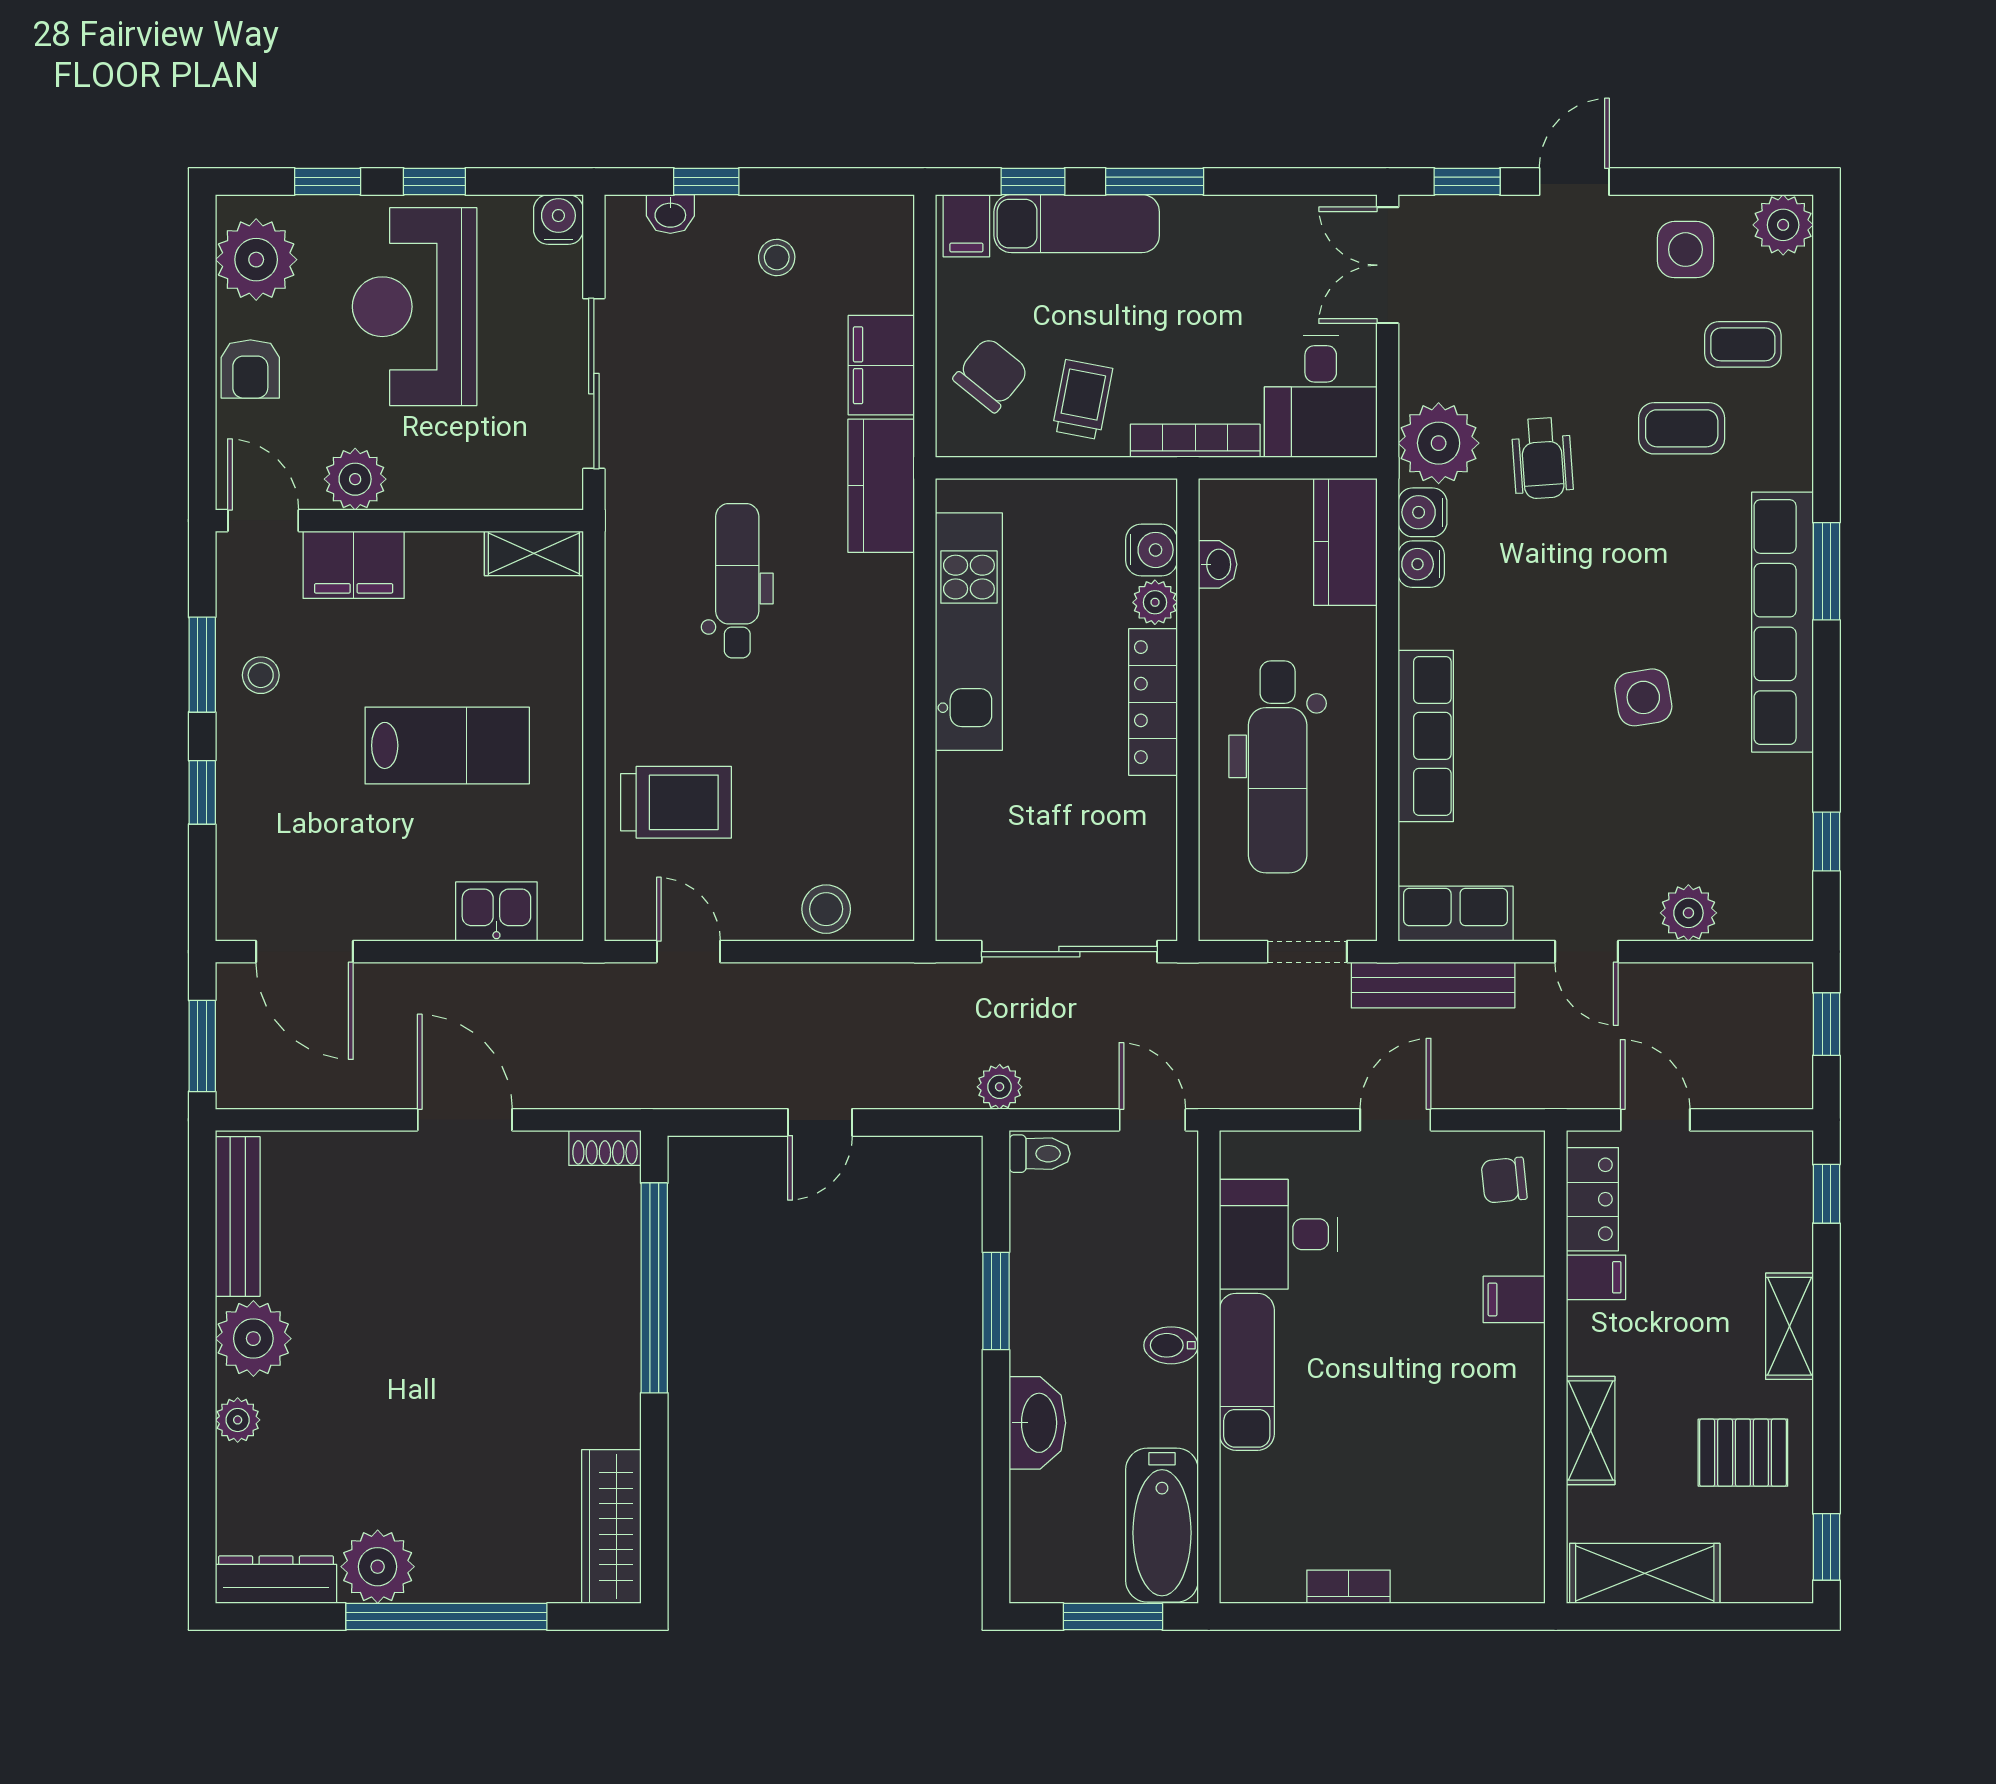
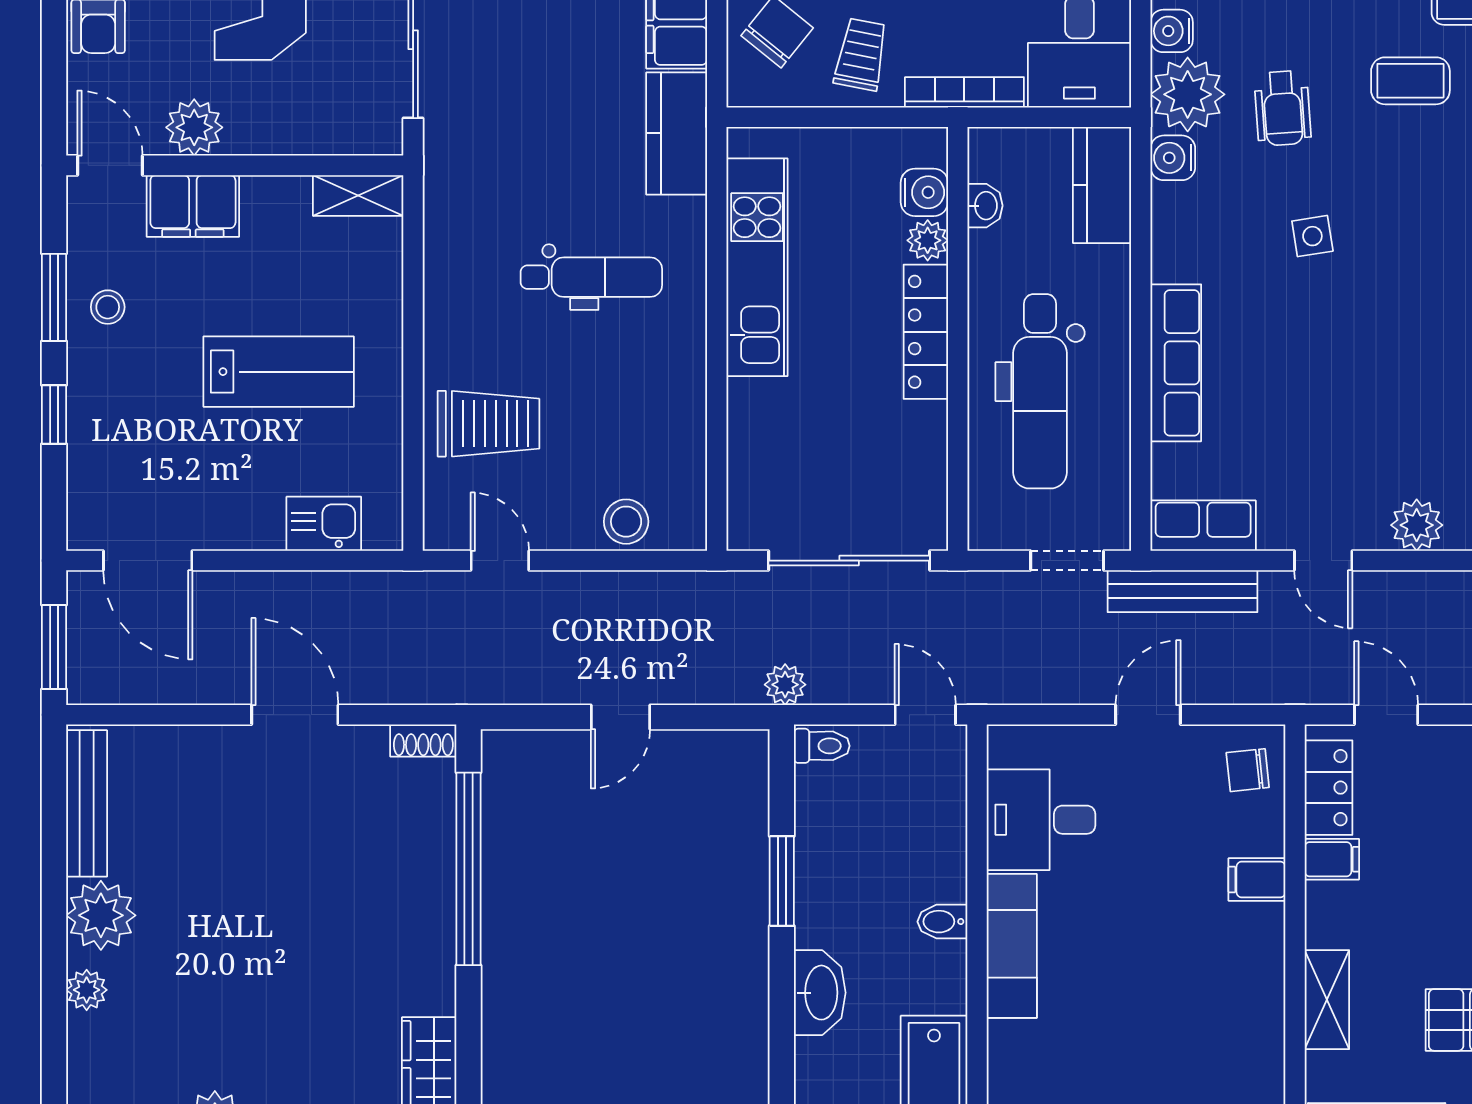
water cooler: (1421, 564) -> (1172, 31), moved
dental chair: (737, 581) -> (591, 277), moved, turned 90
side table: (1643, 697) -> (1312, 236), moved, width x0.73, depth x0.73

